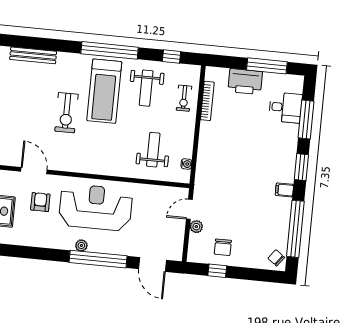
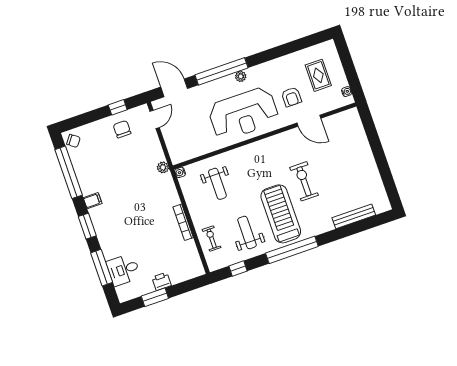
window: (267, 66) -> (155, 297), width x0.69
printer: (245, 82) -> (162, 281), width x0.53, depth x0.68
bookcase: (207, 101) -> (183, 222), moved
water cooler: (186, 164) -> (180, 172), moved
door: (189, 209) -> (155, 119), moved
plant: (196, 227) -> (163, 167), moved

